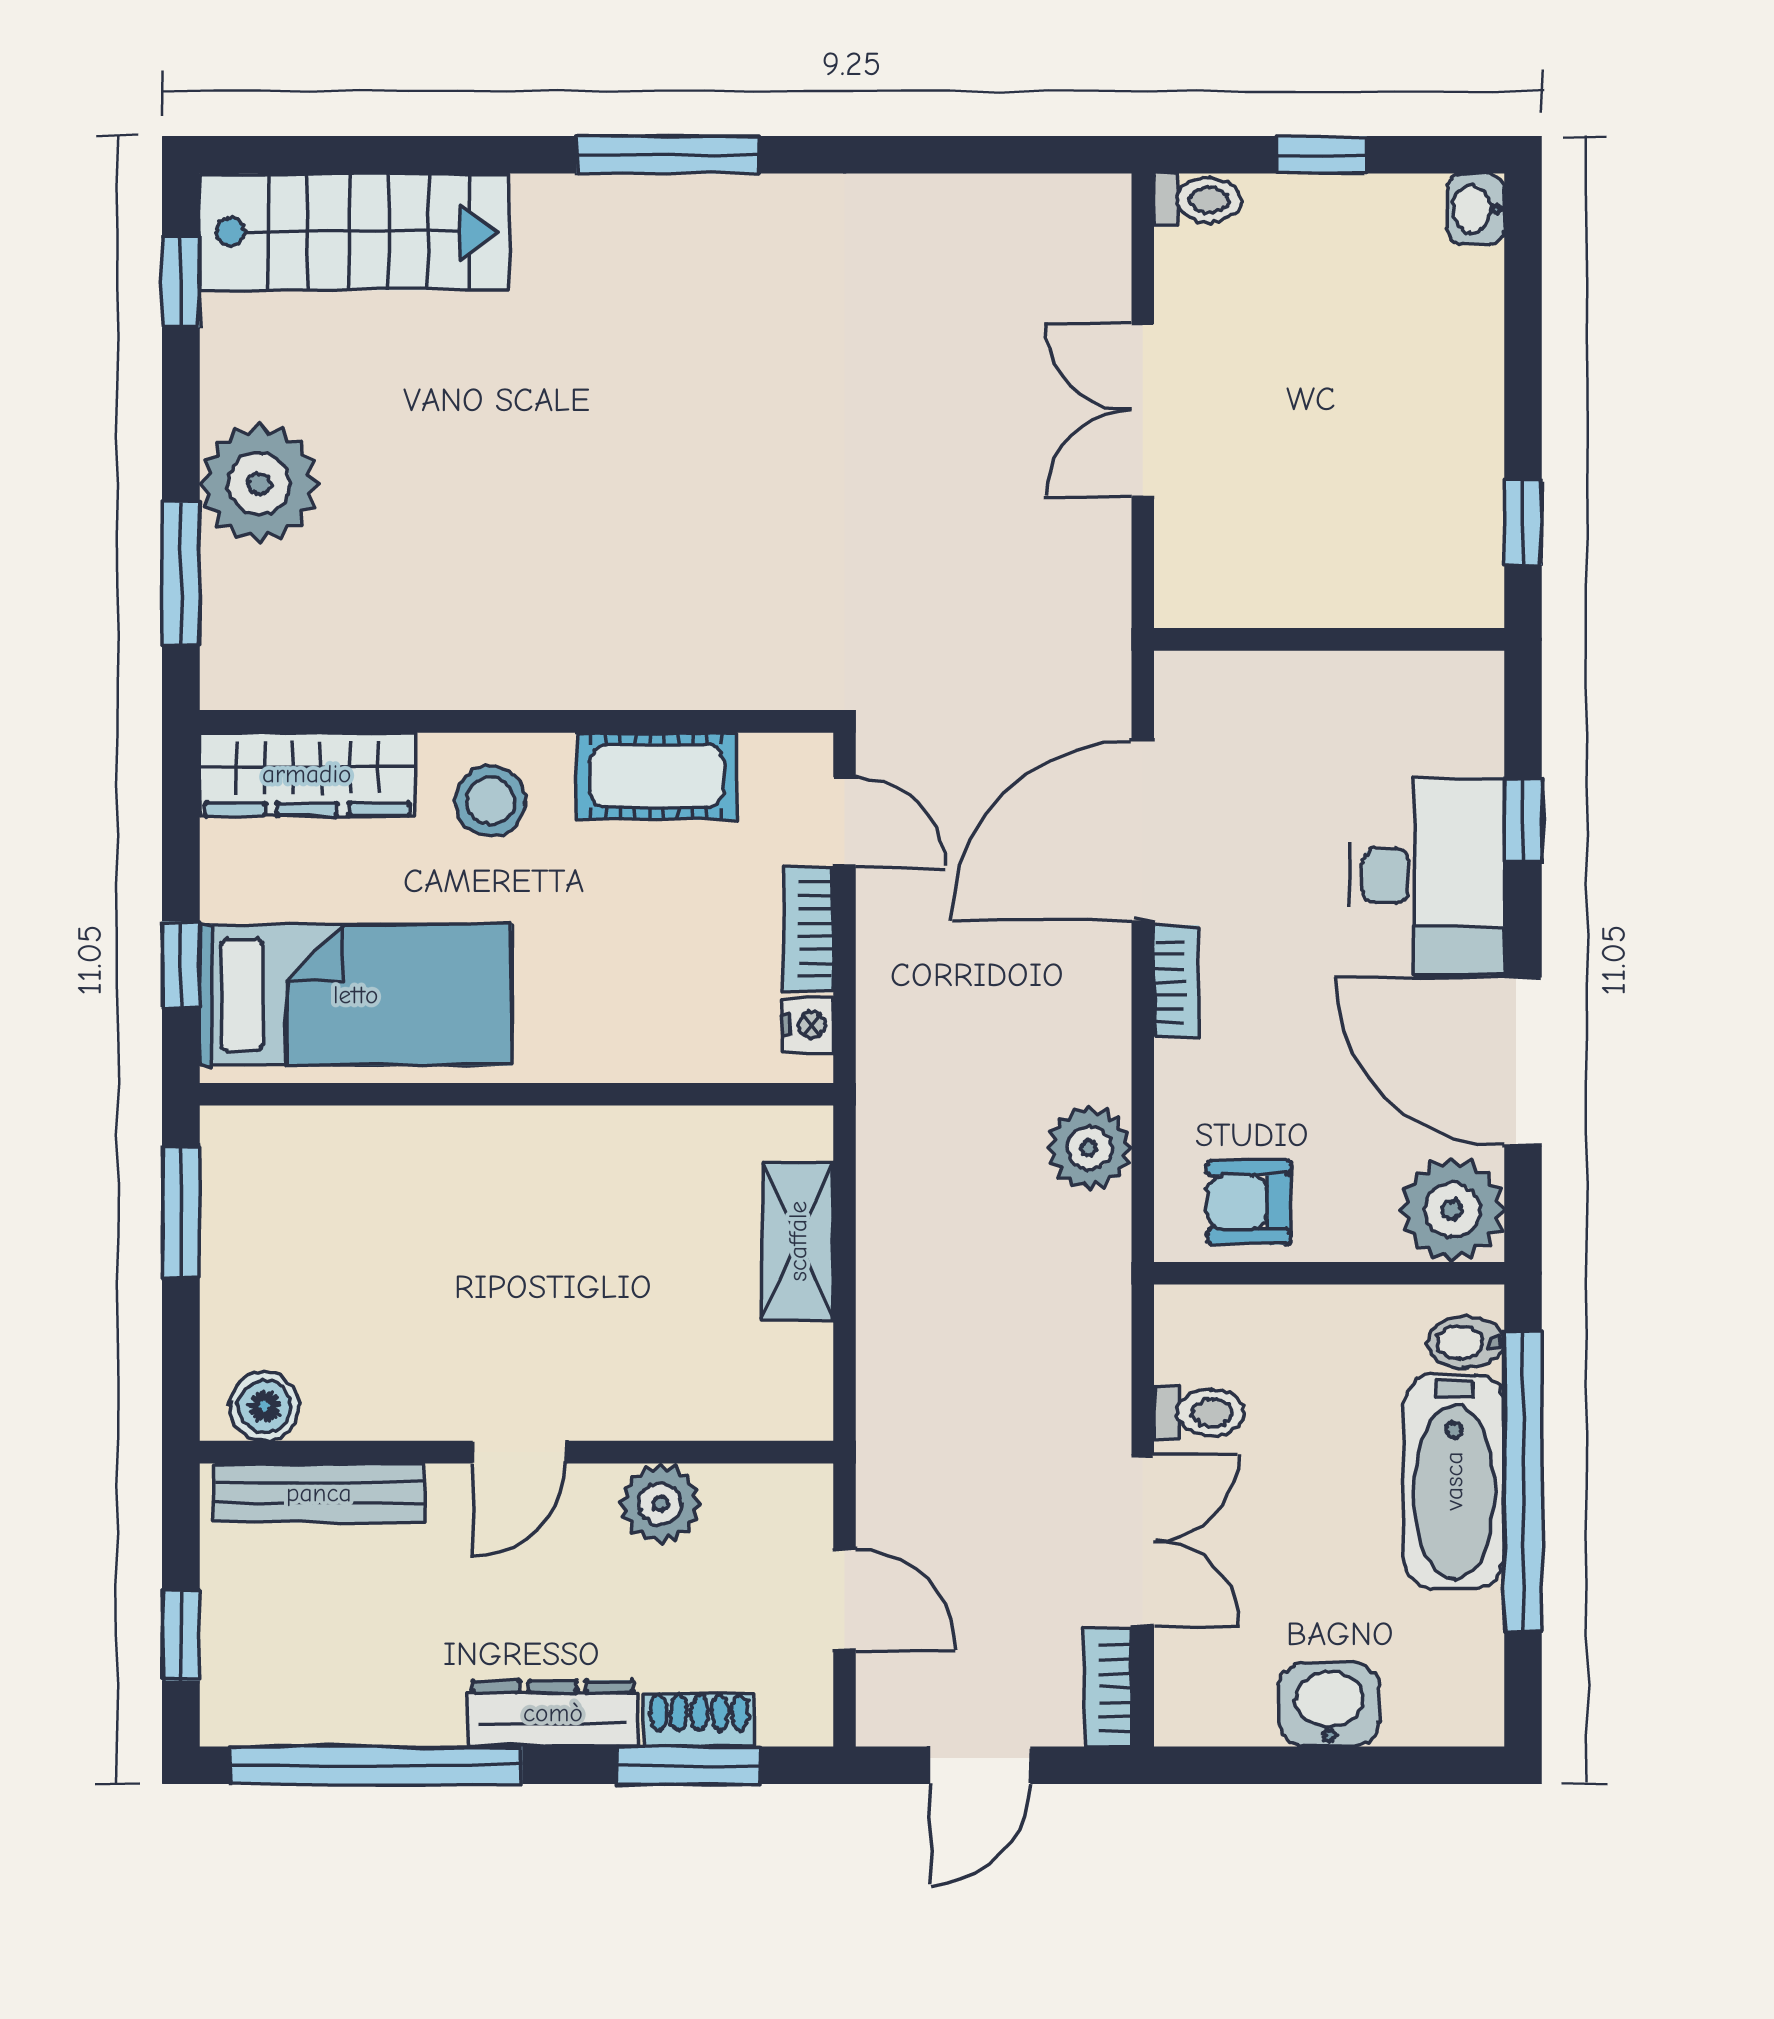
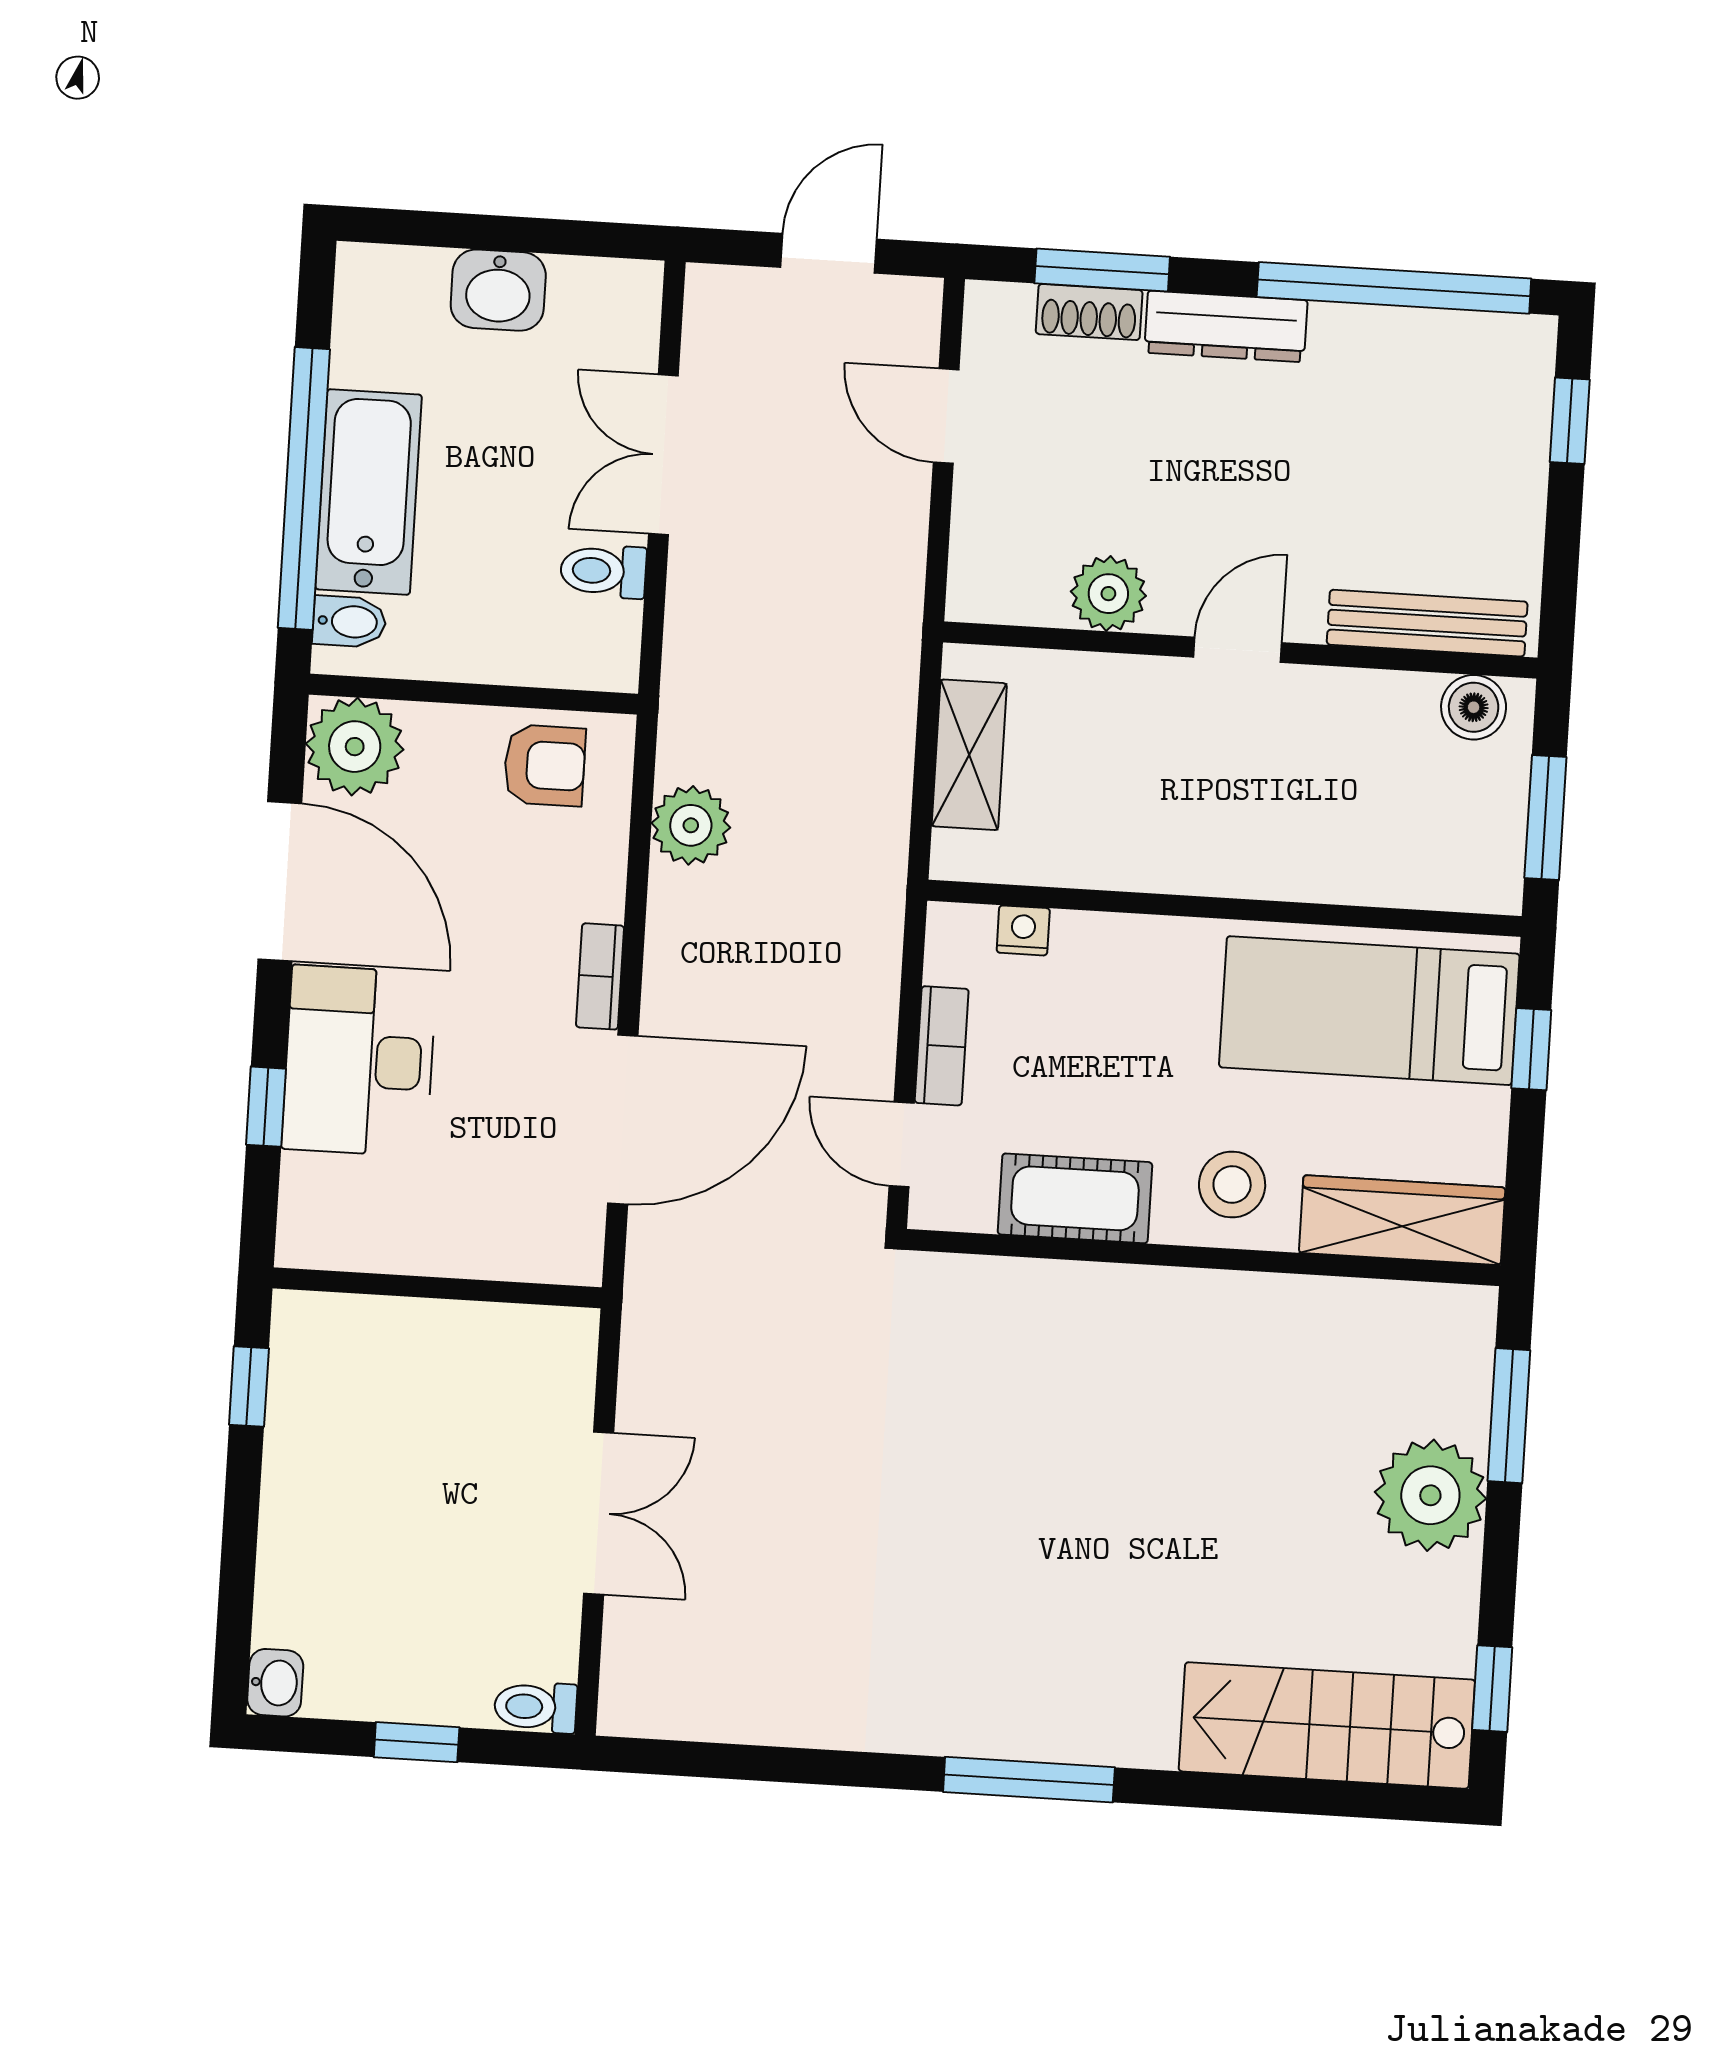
nightstand: (808, 1025) -> (1023, 930), moved, turned 90
boiler: (265, 1406) -> (1474, 707), moved
wall: (516, 1452) -> (1240, 650), moved
door: (519, 1452) -> (1238, 650), moved
bench: (319, 1493) -> (1427, 623), moved
plant: (660, 1504) -> (1108, 594), moved
bookcase: (1108, 1688) -> (704, 319), removed

